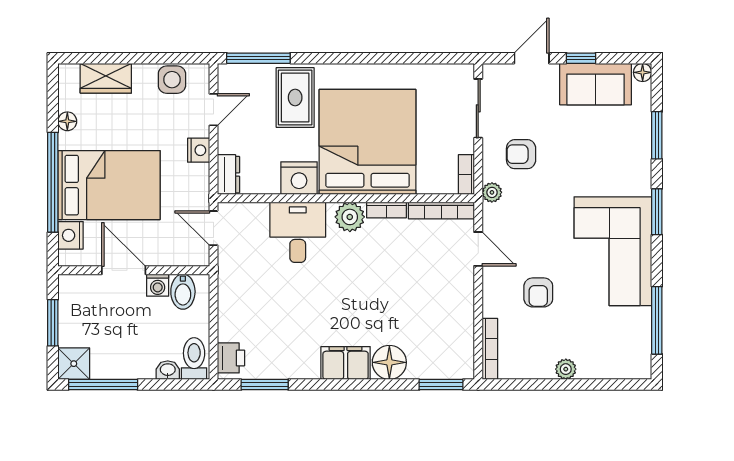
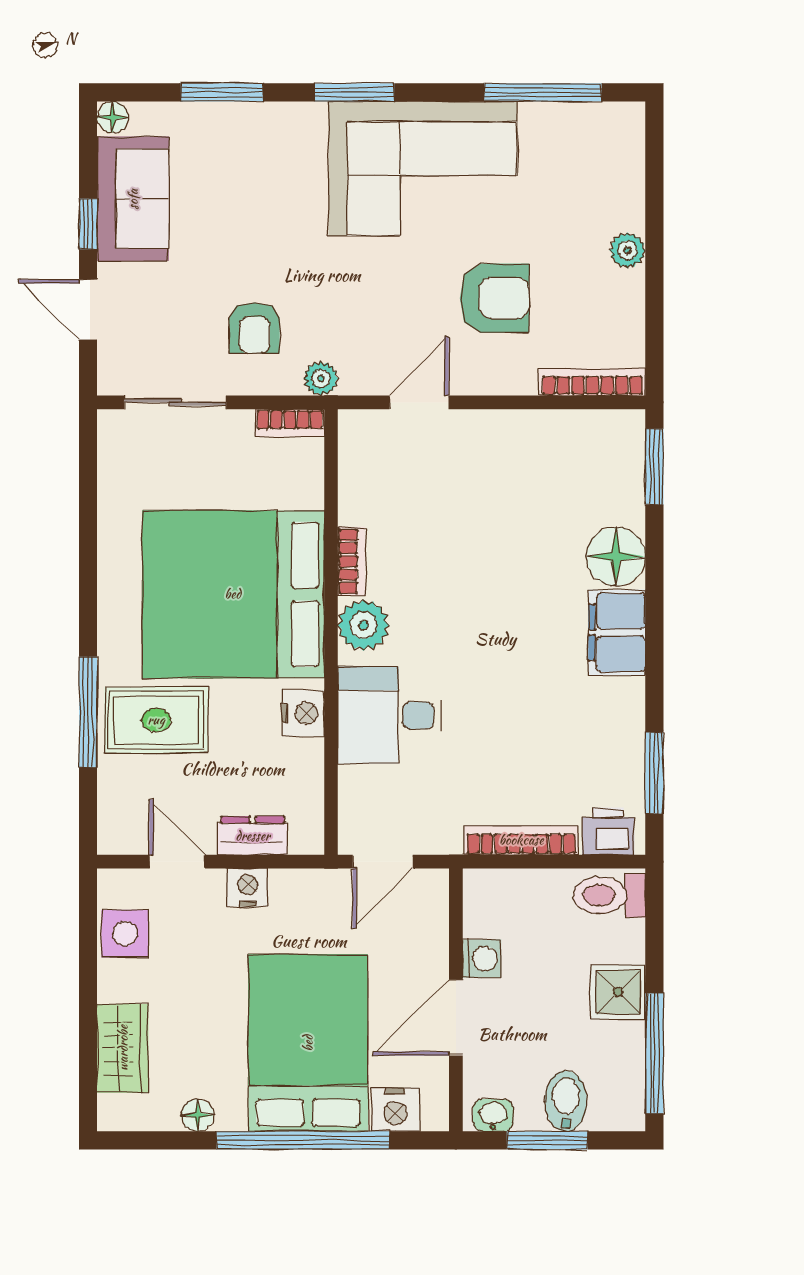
window: (258, 58) -> (88, 712), moved
dresser: (228, 175) -> (253, 836), moved
nightstand: (299, 178) -> (303, 713), width x0.74, depth x0.75
bookcase: (441, 211) -> (521, 840), moved, turned -90
bidet: (183, 292) -> (566, 1101), moved, turned -90
armchair: (538, 292) -> (494, 298), width x1.38, depth x1.38
shower: (74, 364) -> (618, 992), moved
washbasin: (168, 370) -> (493, 1115), moved, turned 90

